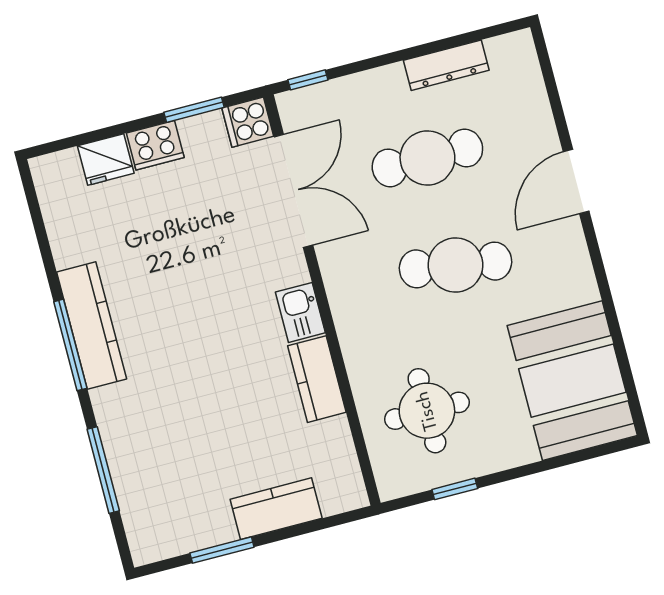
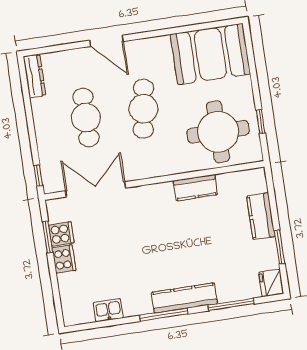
dresser: (446, 65) -> (34, 76), moved
cooker: (248, 122) -> (61, 234), moved, turned -90
fridge: (106, 160) -> (271, 283), moved, turned 180
kitchen sink: (300, 312) -> (108, 310), moved, turned 180
kitchen counter: (92, 326) -> (184, 298), moved
round table: (427, 411) -> (218, 132), width x1.36, depth x1.36

